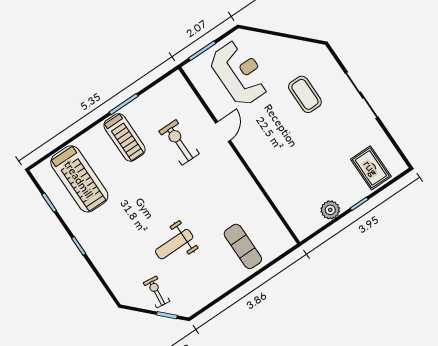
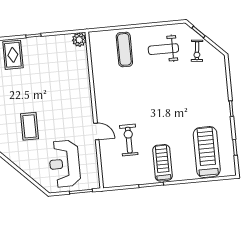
door: (223, 132) -> (96, 131), swing flipped
exercise bike: (179, 142) -> (129, 140), turned 180
plant: (330, 210) -> (79, 40), moved
weight bench: (174, 244) -> (163, 49), moved, turned 180

